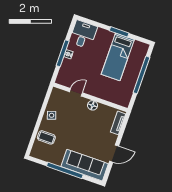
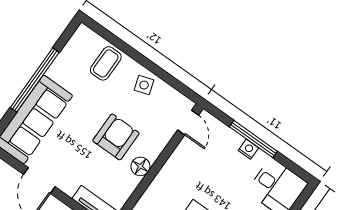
door: (76, 92) -> (188, 123), moved
armchair: (81, 122) -> (116, 137), added

